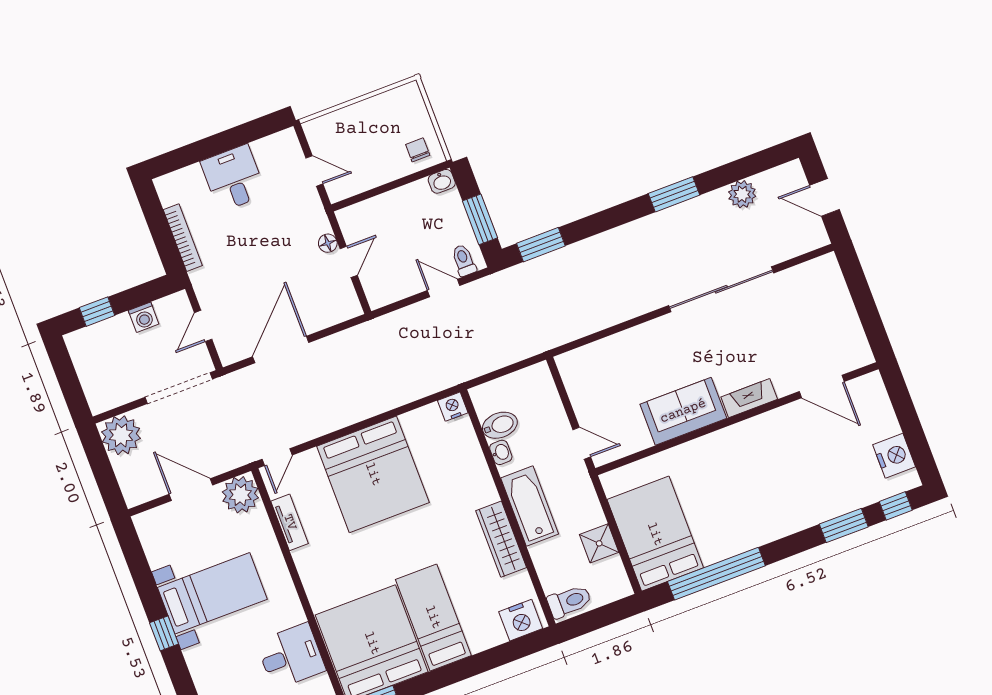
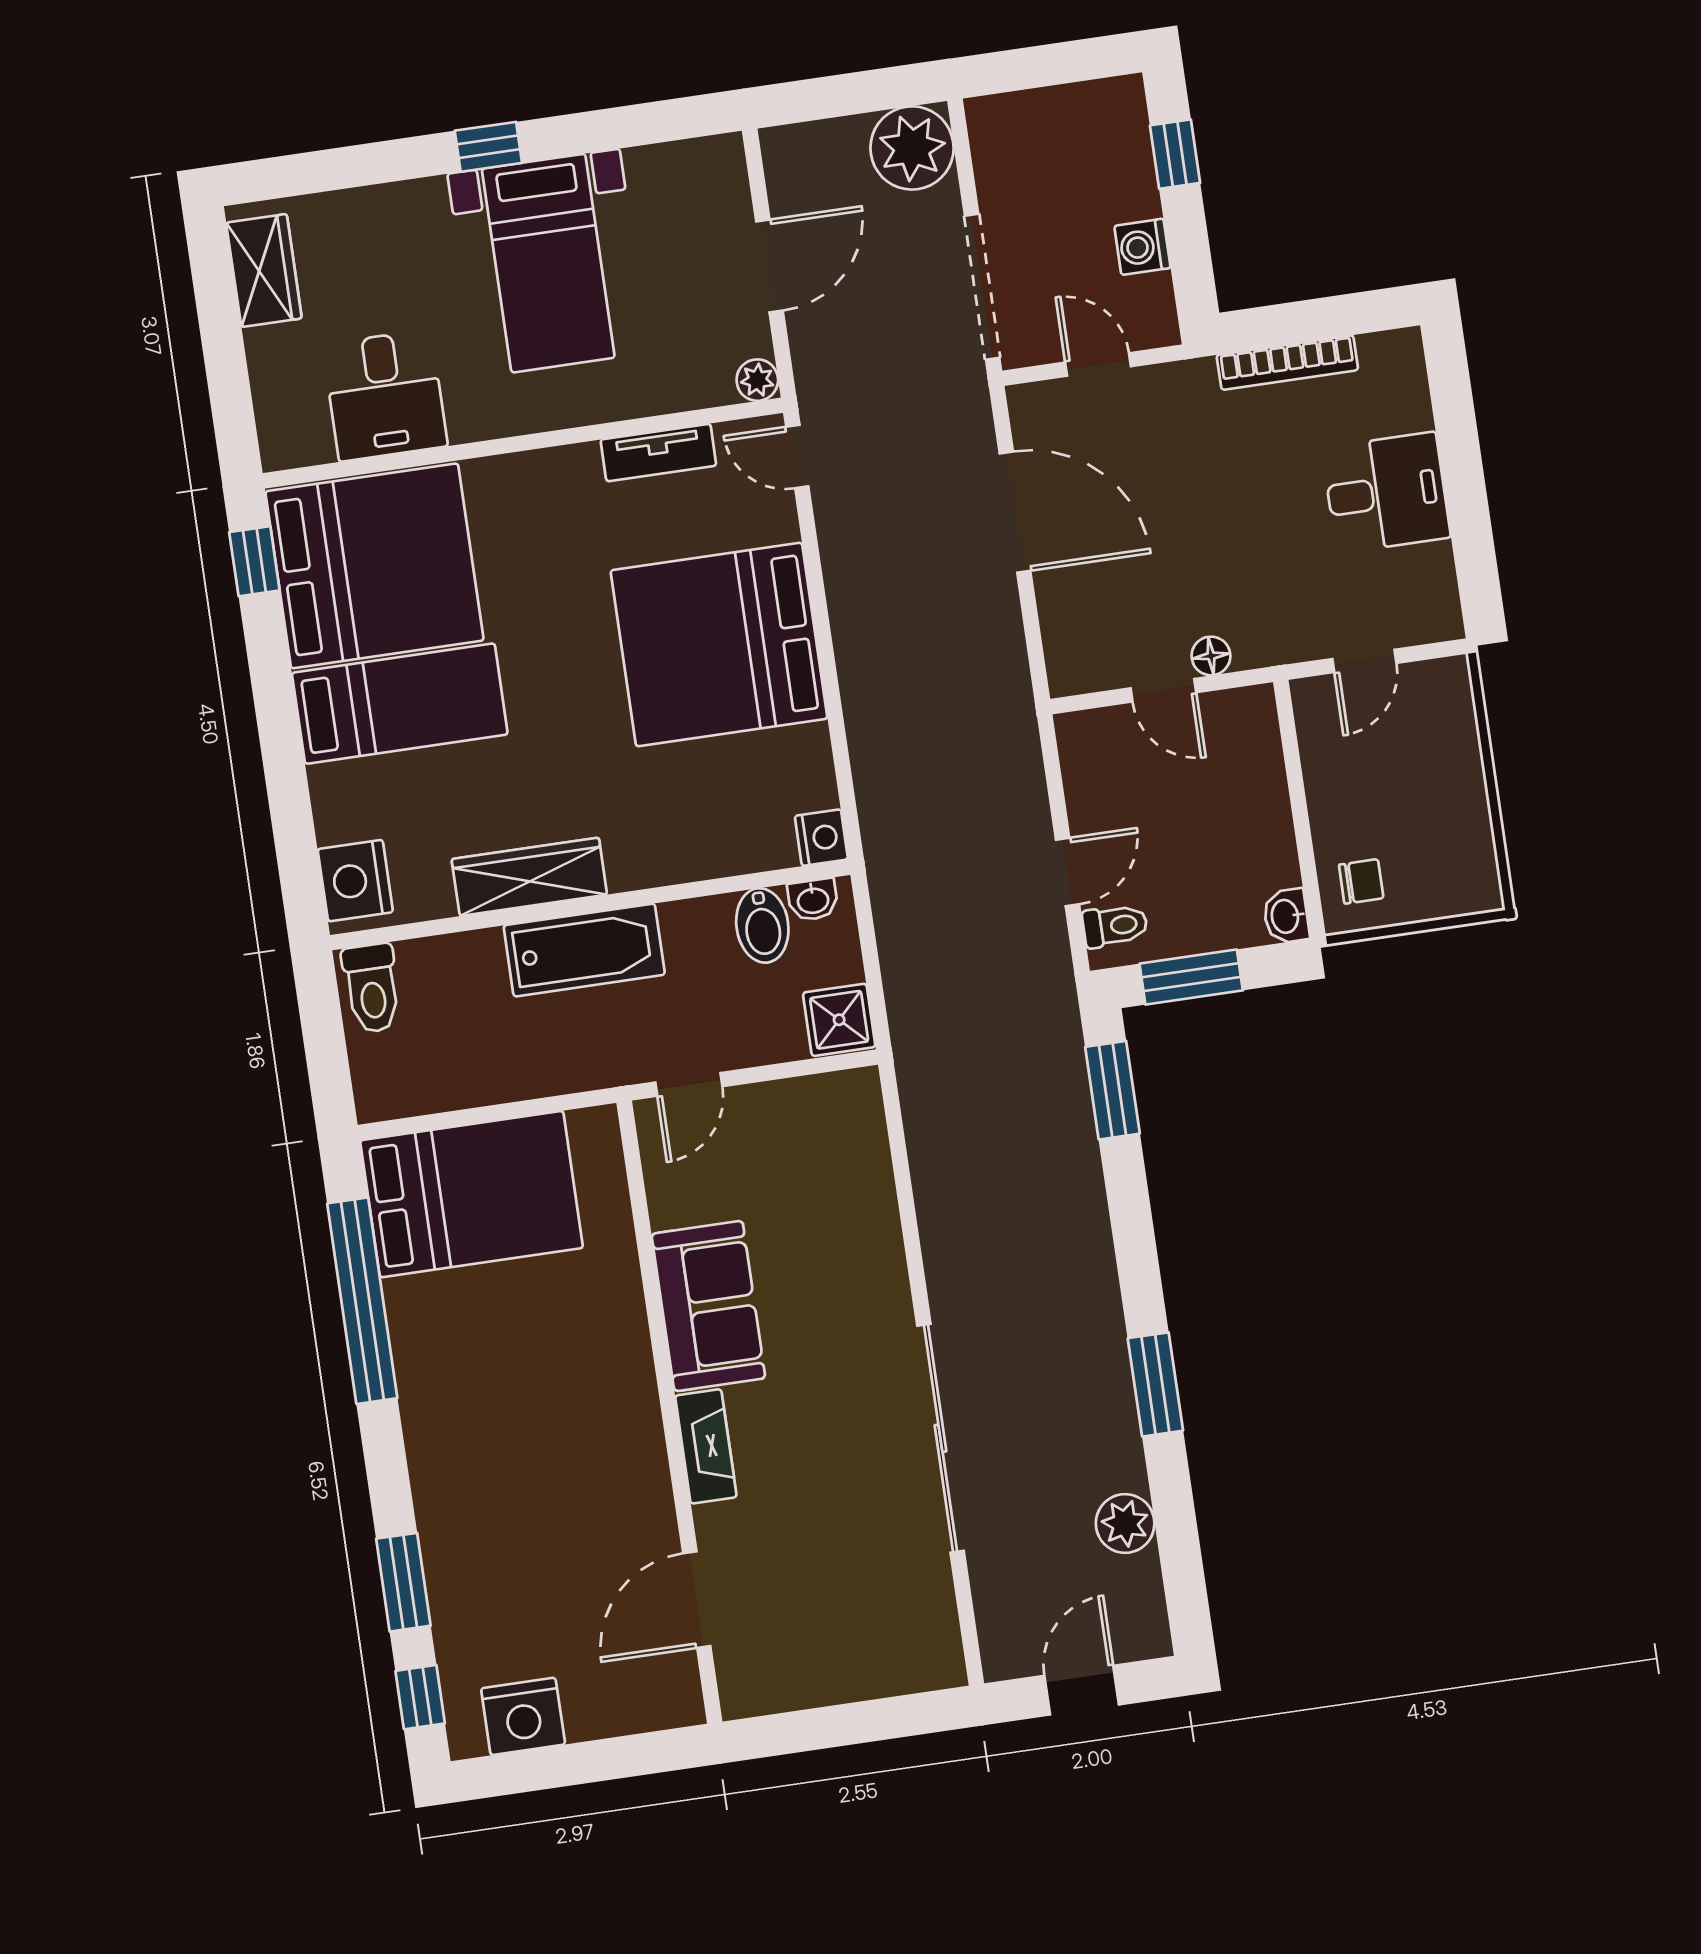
washbasin: (501, 452) -> (813, 900), moved
plant: (240, 495) -> (757, 380), width x0.53, depth x0.53
shower: (599, 543) -> (839, 1020), moved

